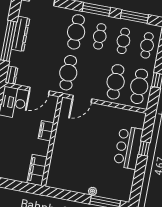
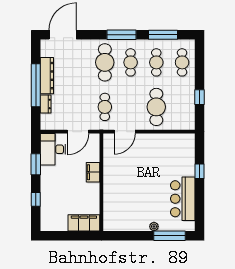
cafe table: (68, 73) -> (105, 107), width x0.73, depth x0.74
dresser: (11, 75) -> (46, 104), moved
cafe table: (139, 86) -> (182, 107), removed
bar counter: (128, 147) -> (183, 199), moved
filing cabinet: (37, 170) -> (84, 223), moved, turned 90

